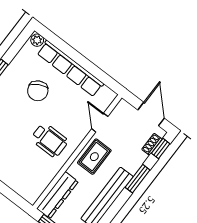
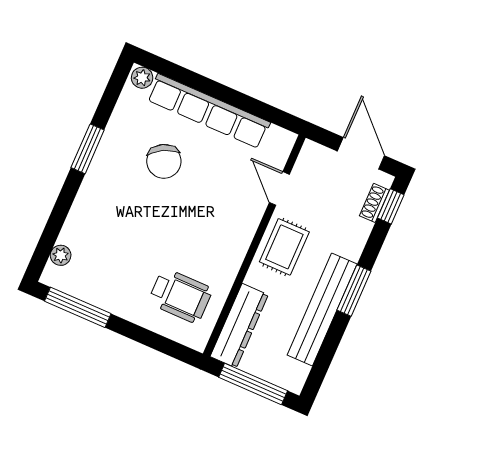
wheelchair: (49, 140) -> (180, 296), moved
window: (138, 179) -> (354, 291), moved

